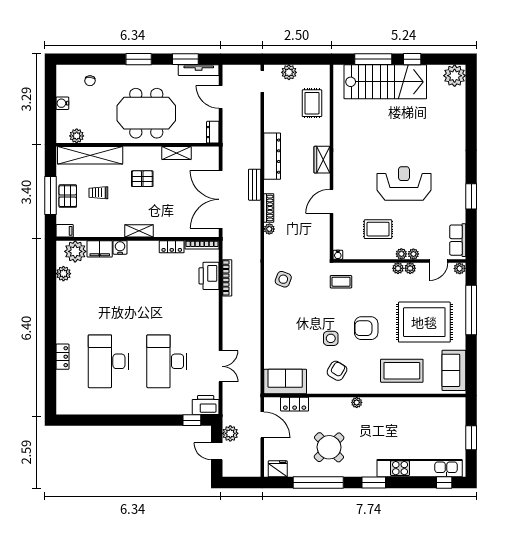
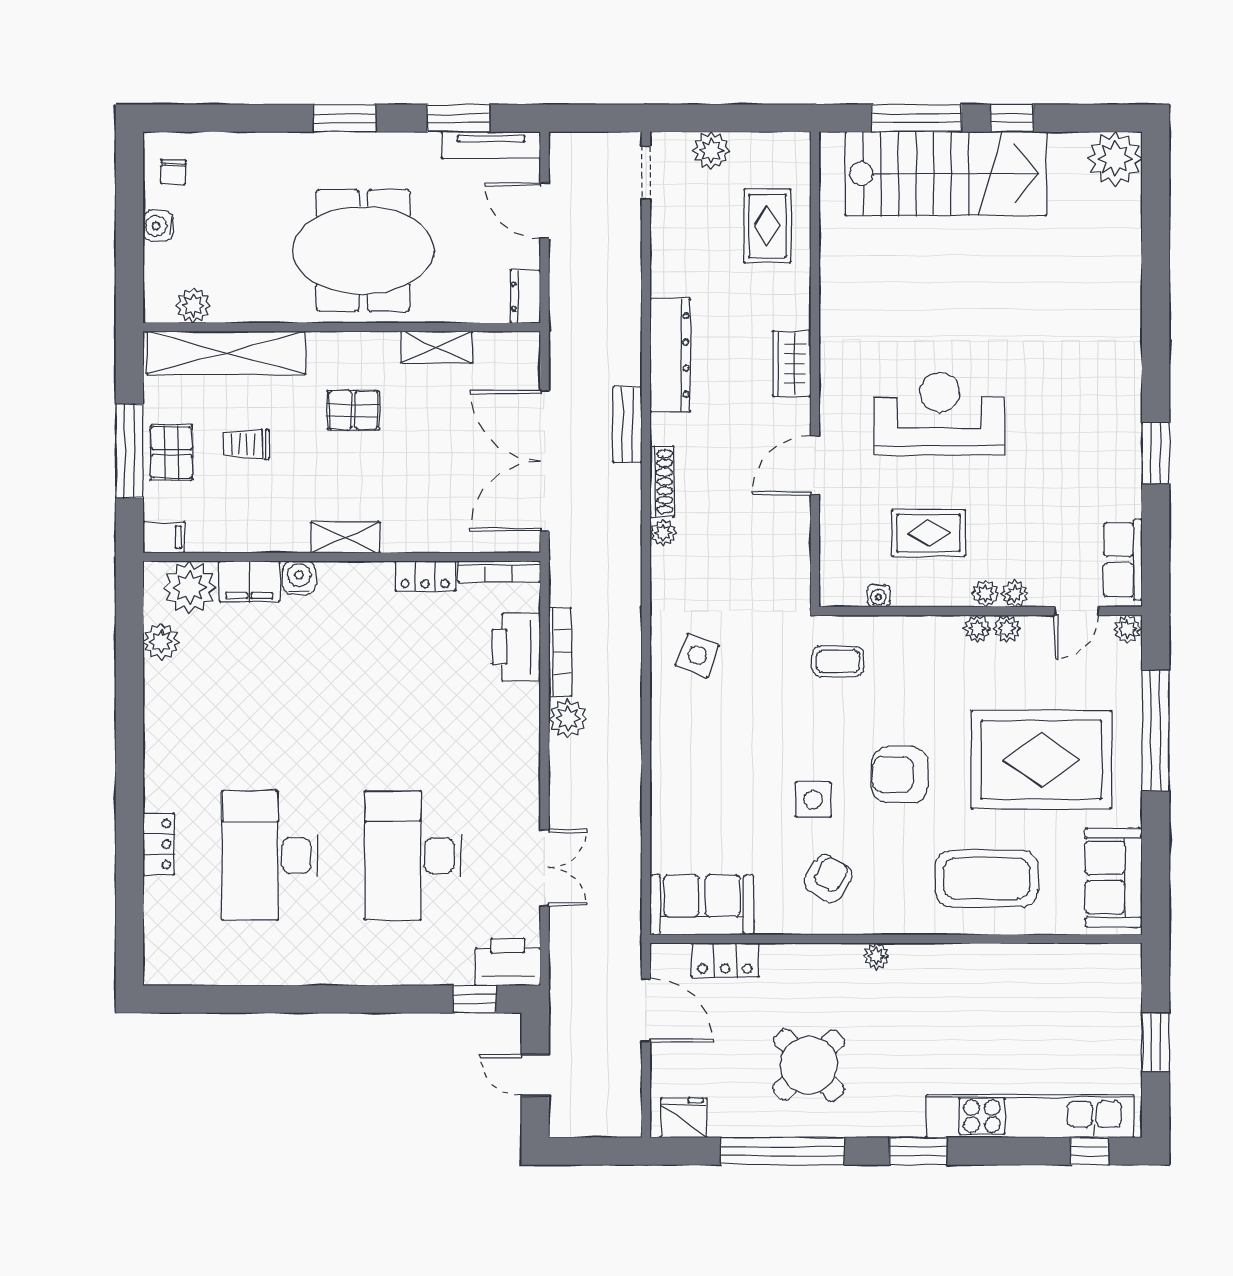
chair: (90, 81) -> (173, 172), moved
reception desk: (404, 183) -> (940, 414), moved
water cooler: (338, 255) -> (878, 596), moved
plant: (230, 433) -> (568, 719), moved

